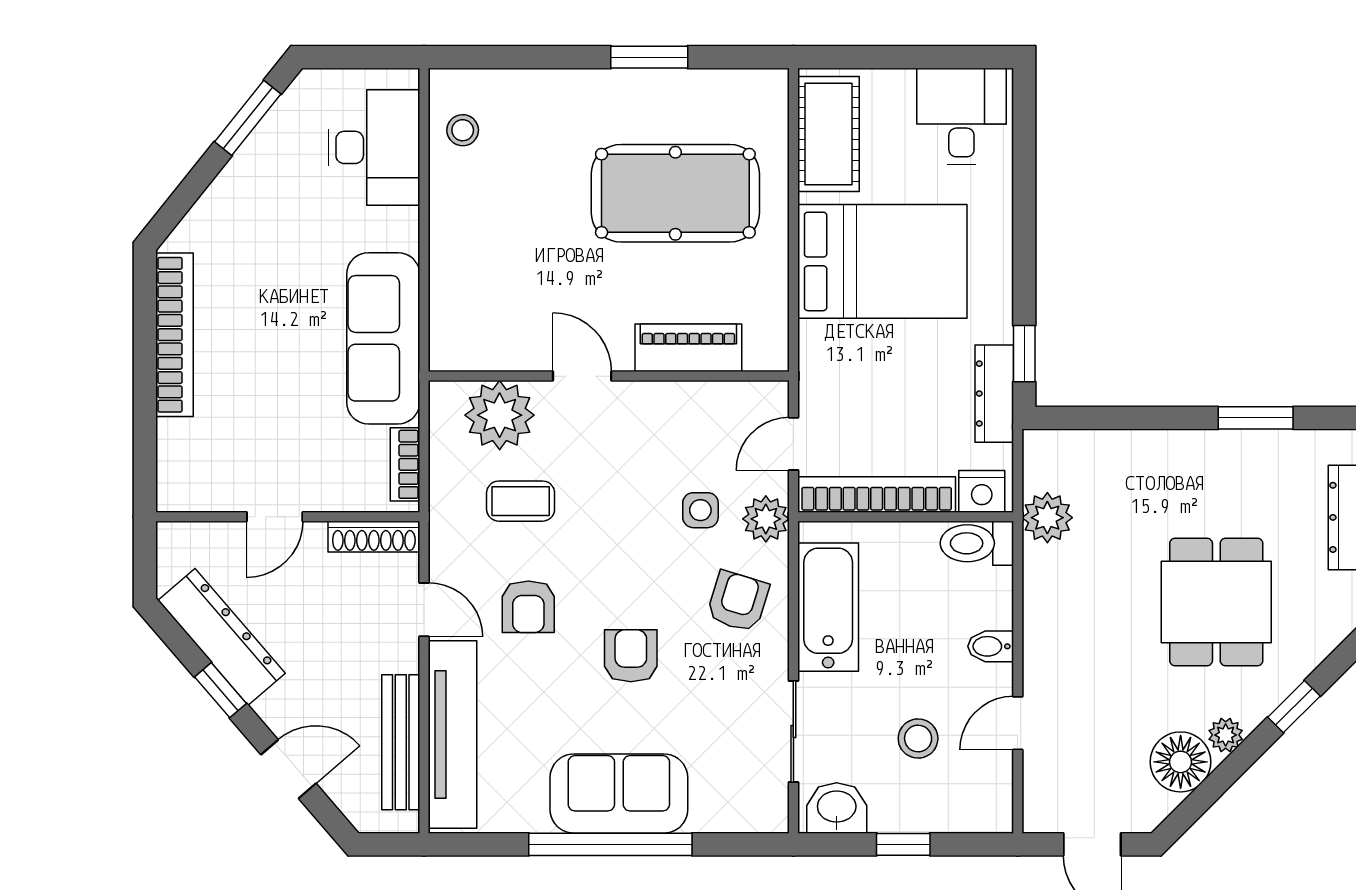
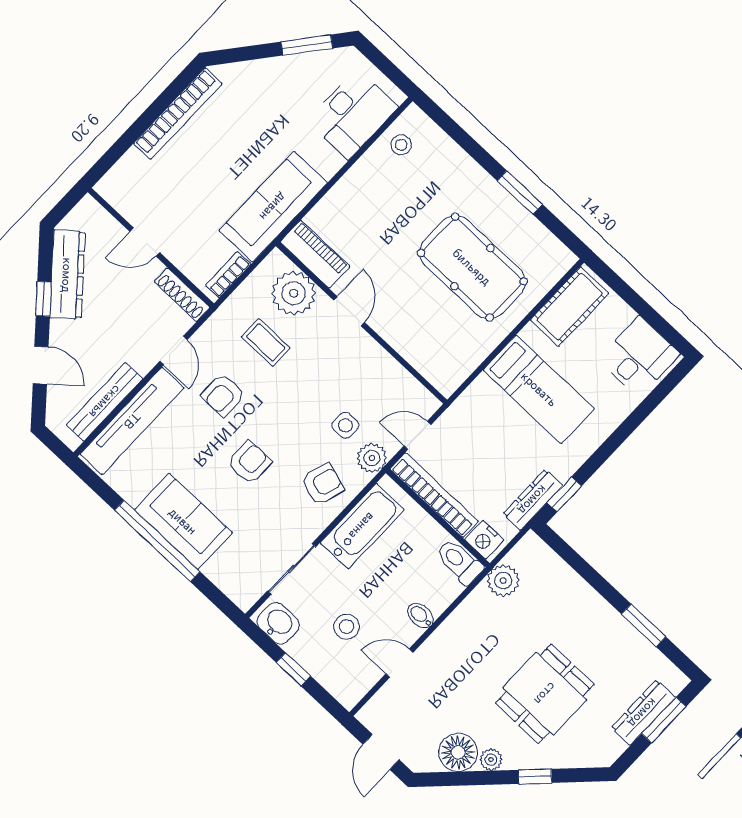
bed: (882, 261) -> (539, 389), width x0.67
piano: (688, 348) -> (315, 254), moved

